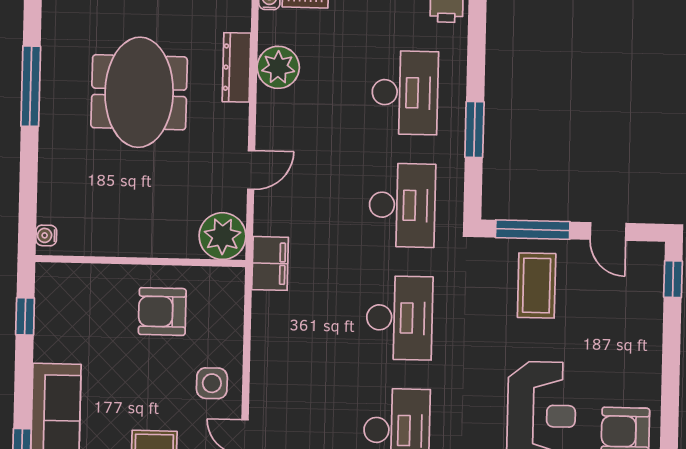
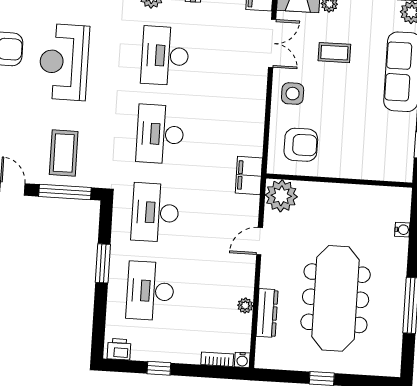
plant: (278, 67) -> (245, 306), width x0.53, depth x0.53
meeting table: (139, 92) -> (336, 298), width x1.36
water cooler: (46, 235) -> (402, 230), moved
armchair: (162, 312) -> (301, 145), moved

